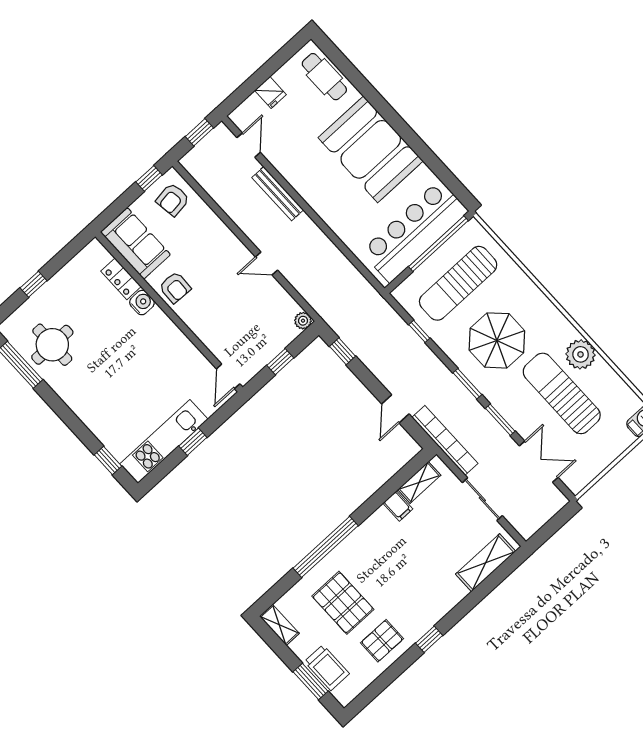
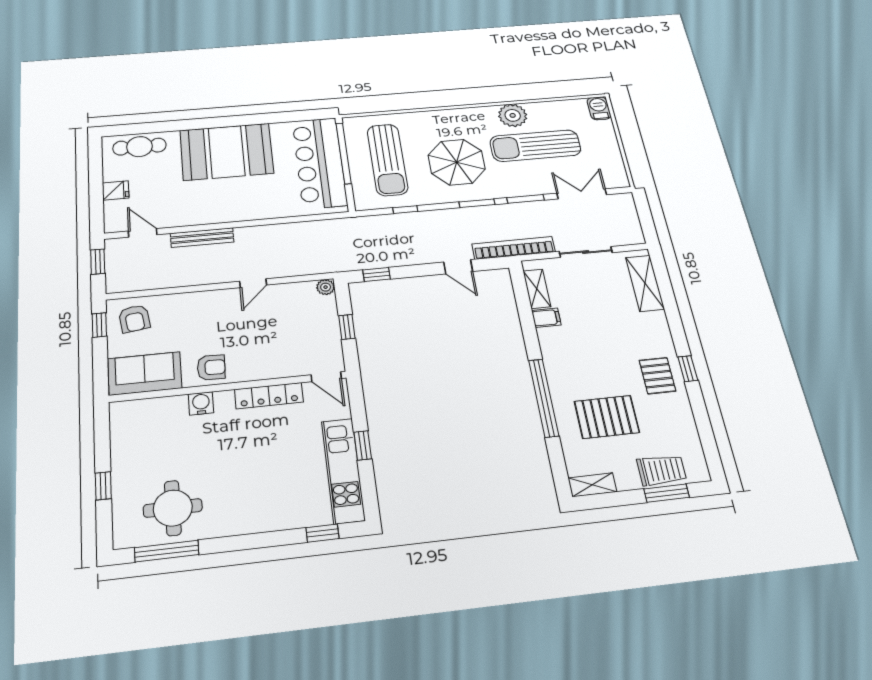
locker: (121, 279) -> (269, 396), moved, width x1.53
pallet: (382, 641) -> (657, 376), moved

